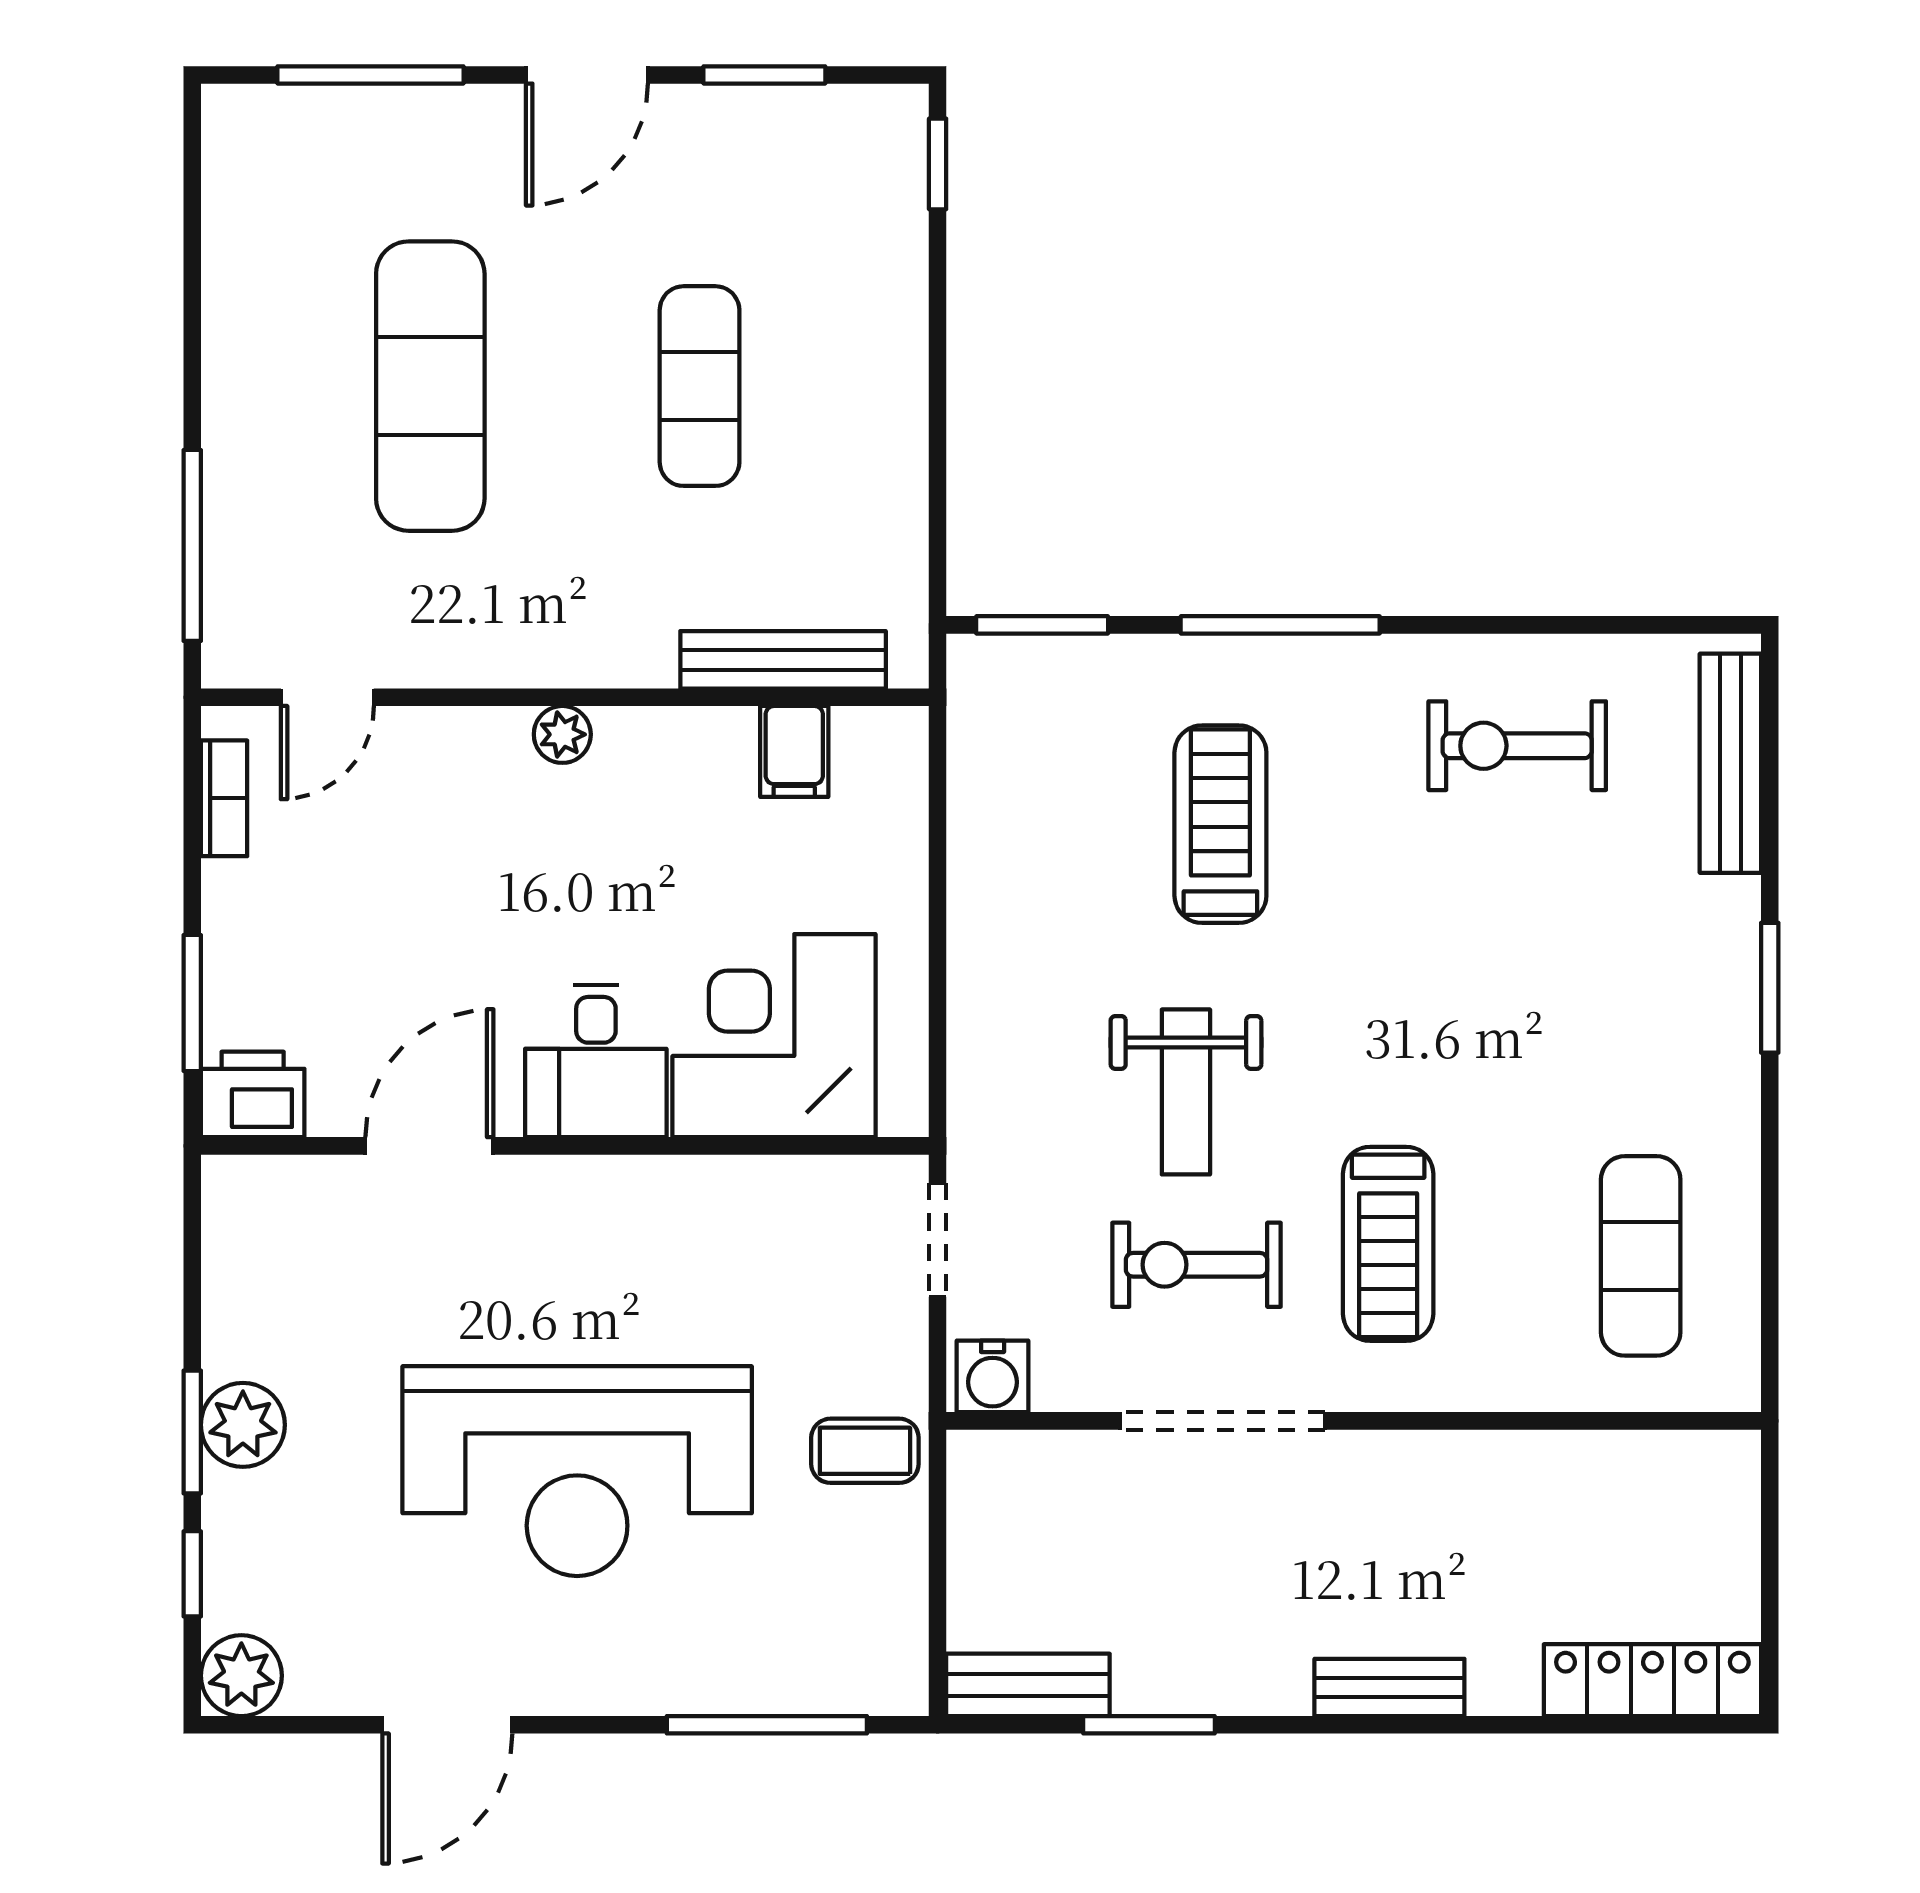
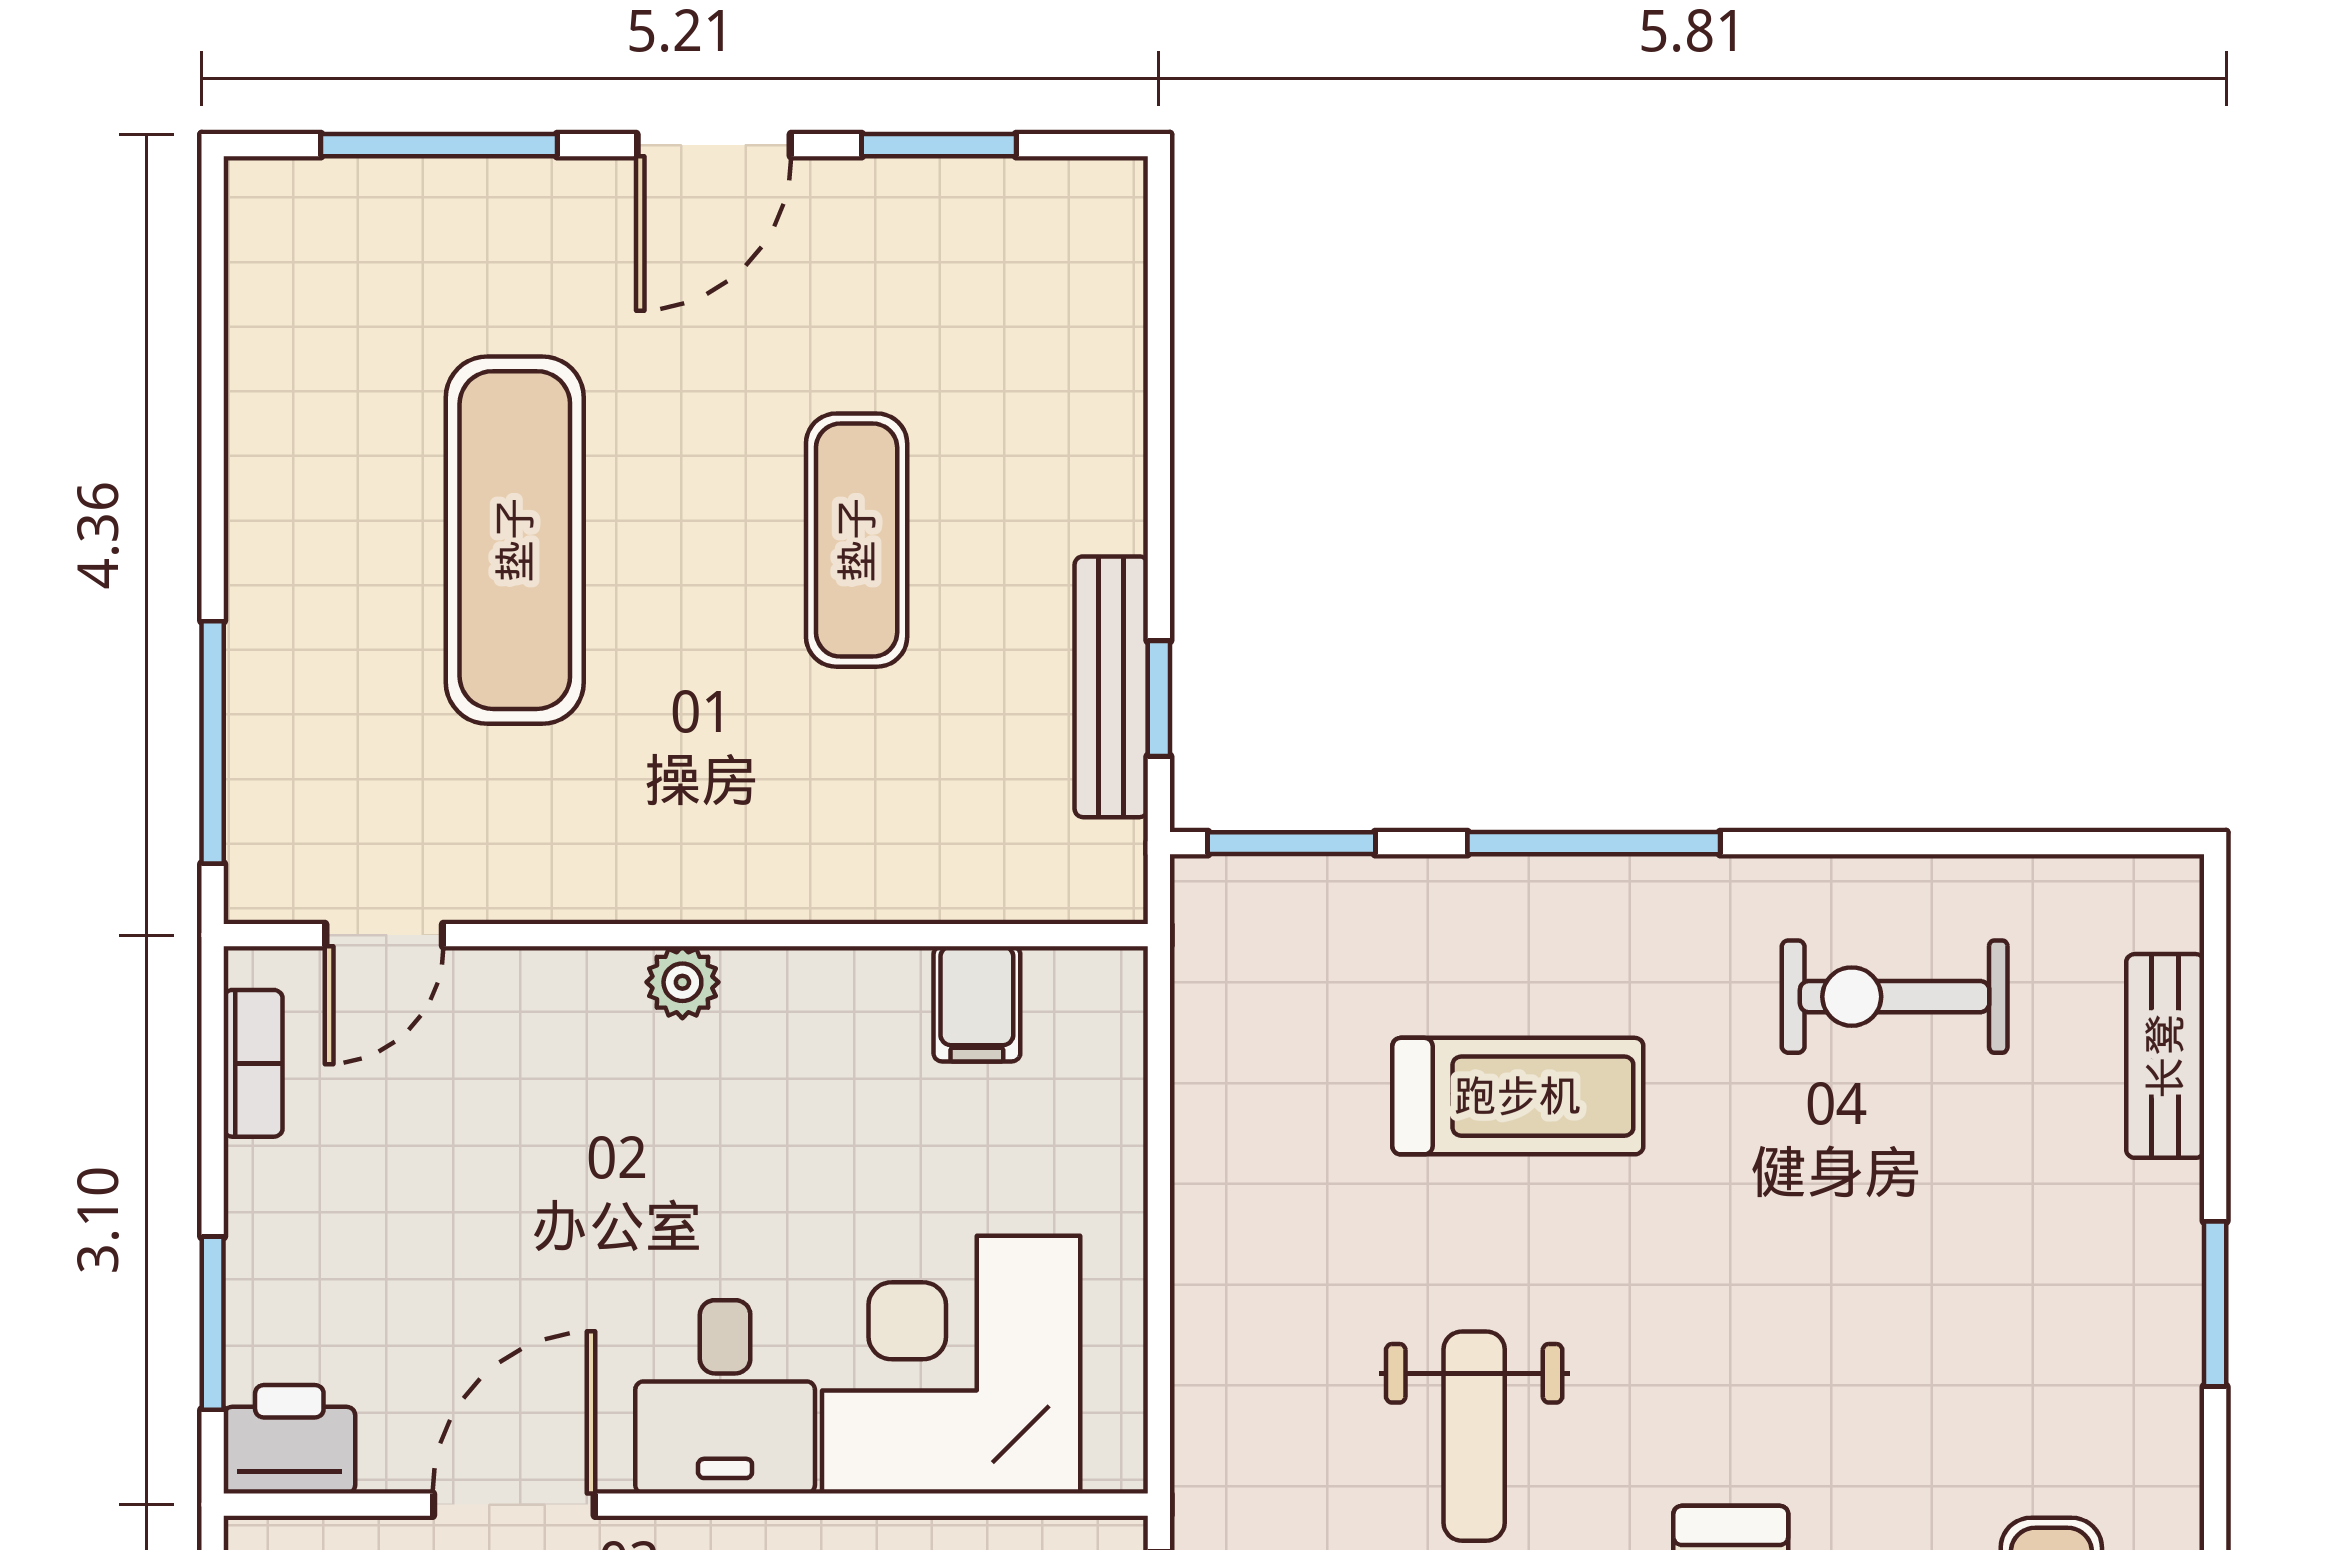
window: (938, 164) -> (1159, 698), moved
bench: (783, 660) -> (1111, 687), moved, turned 90
bench: (1730, 763) -> (2165, 1056), width x0.73
treadmill: (1220, 824) -> (1518, 1096), turned 90

